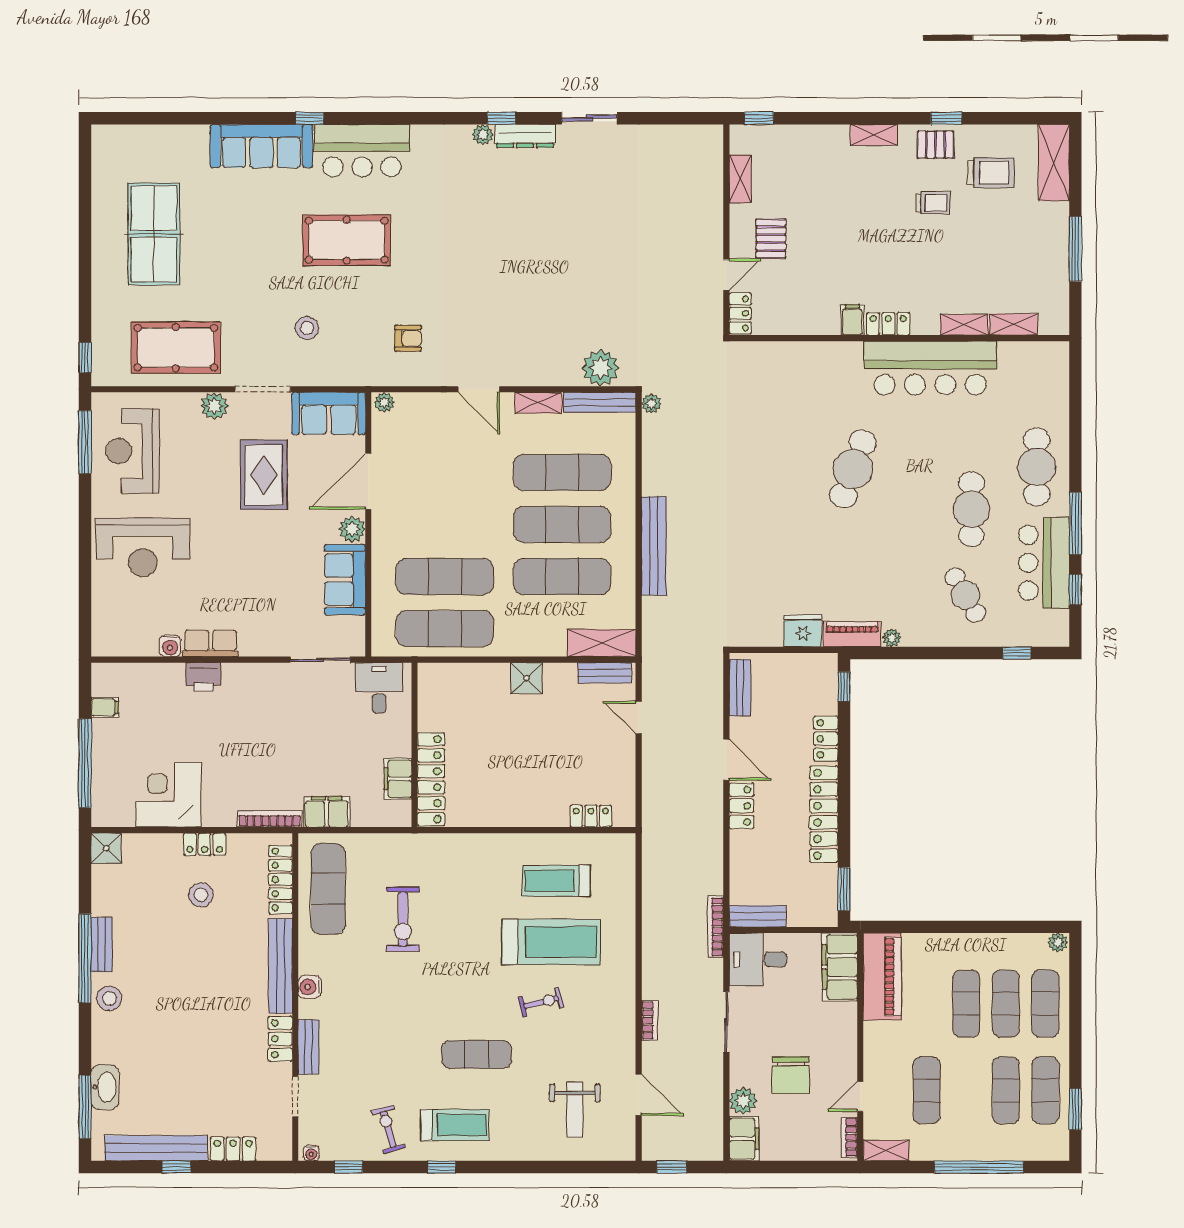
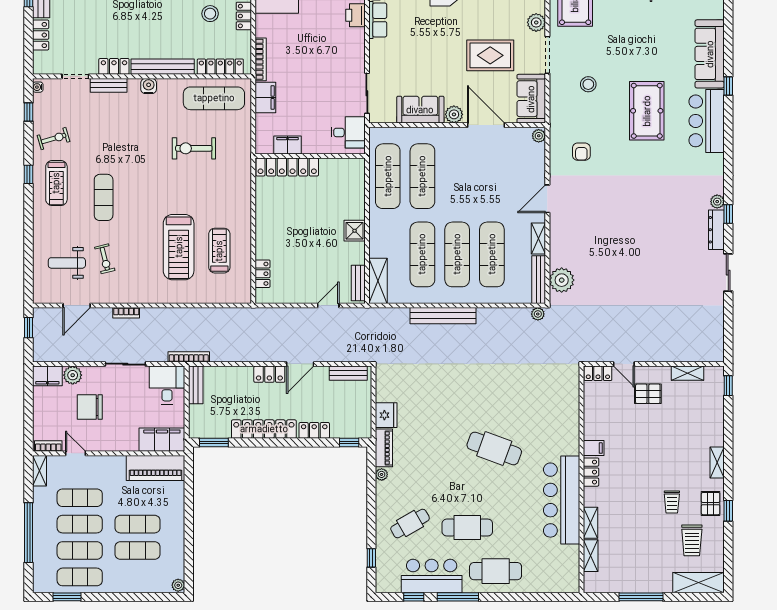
exercise bike: (541, 1002) -> (105, 259), moved
exercise mat: (1045, 1004) -> (80, 524), moved

